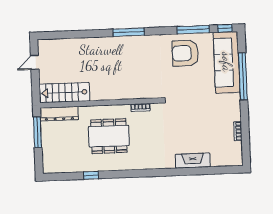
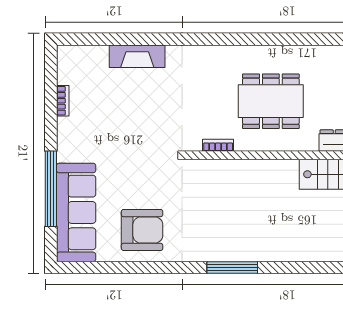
window: (225, 28) -> (77, 268), removed
window: (193, 30) -> (128, 268), removed
window: (91, 175) -> (302, 39), removed

